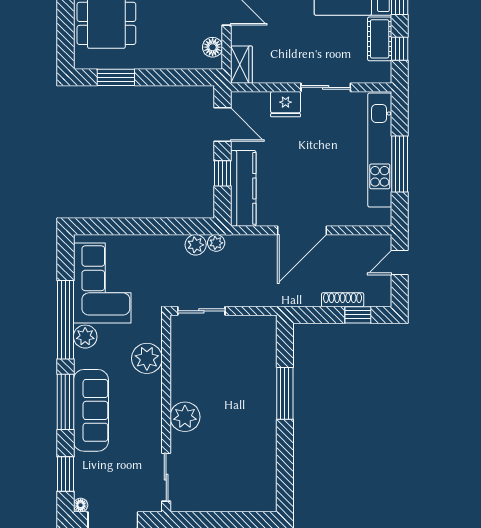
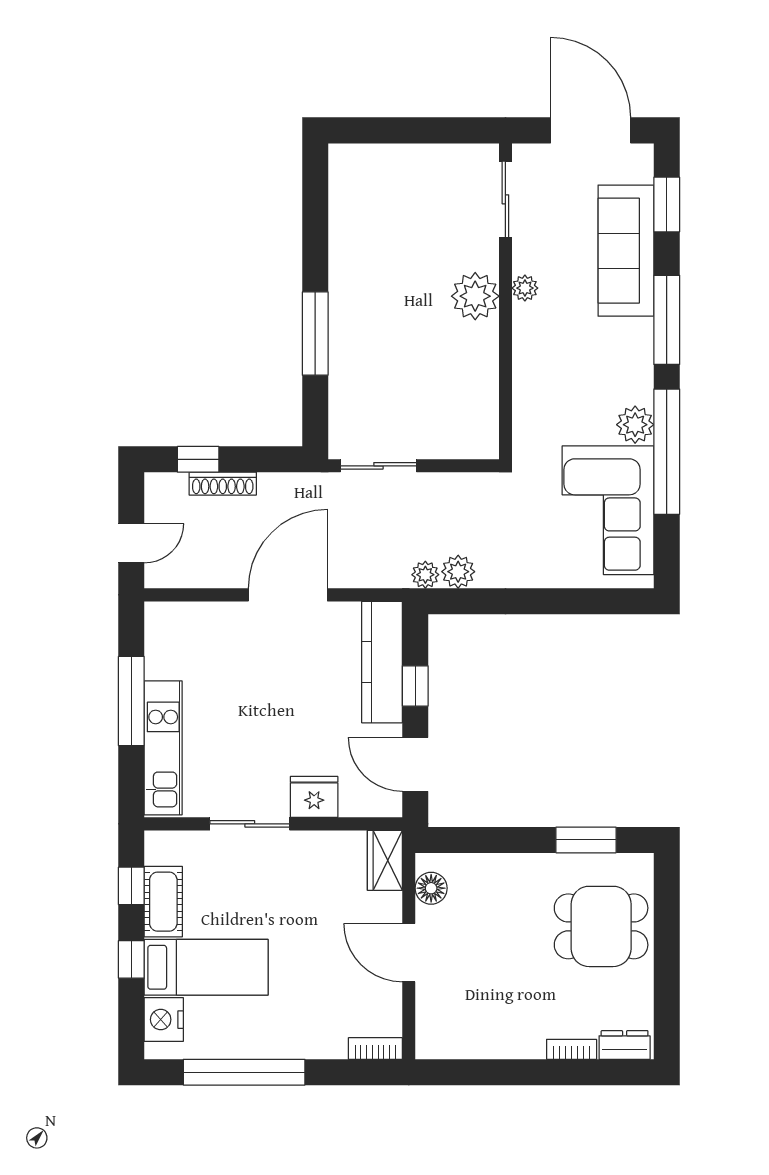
kitchen unit: (380, 150) -> (163, 748), width x0.73
sliding door: (201, 311) -> (378, 466), moved
plant: (147, 358) -> (525, 288), moved, width x0.53, depth x0.53
sofa: (91, 410) -> (626, 251), moved
floor lamp: (81, 505) -> (643, 155), removed

